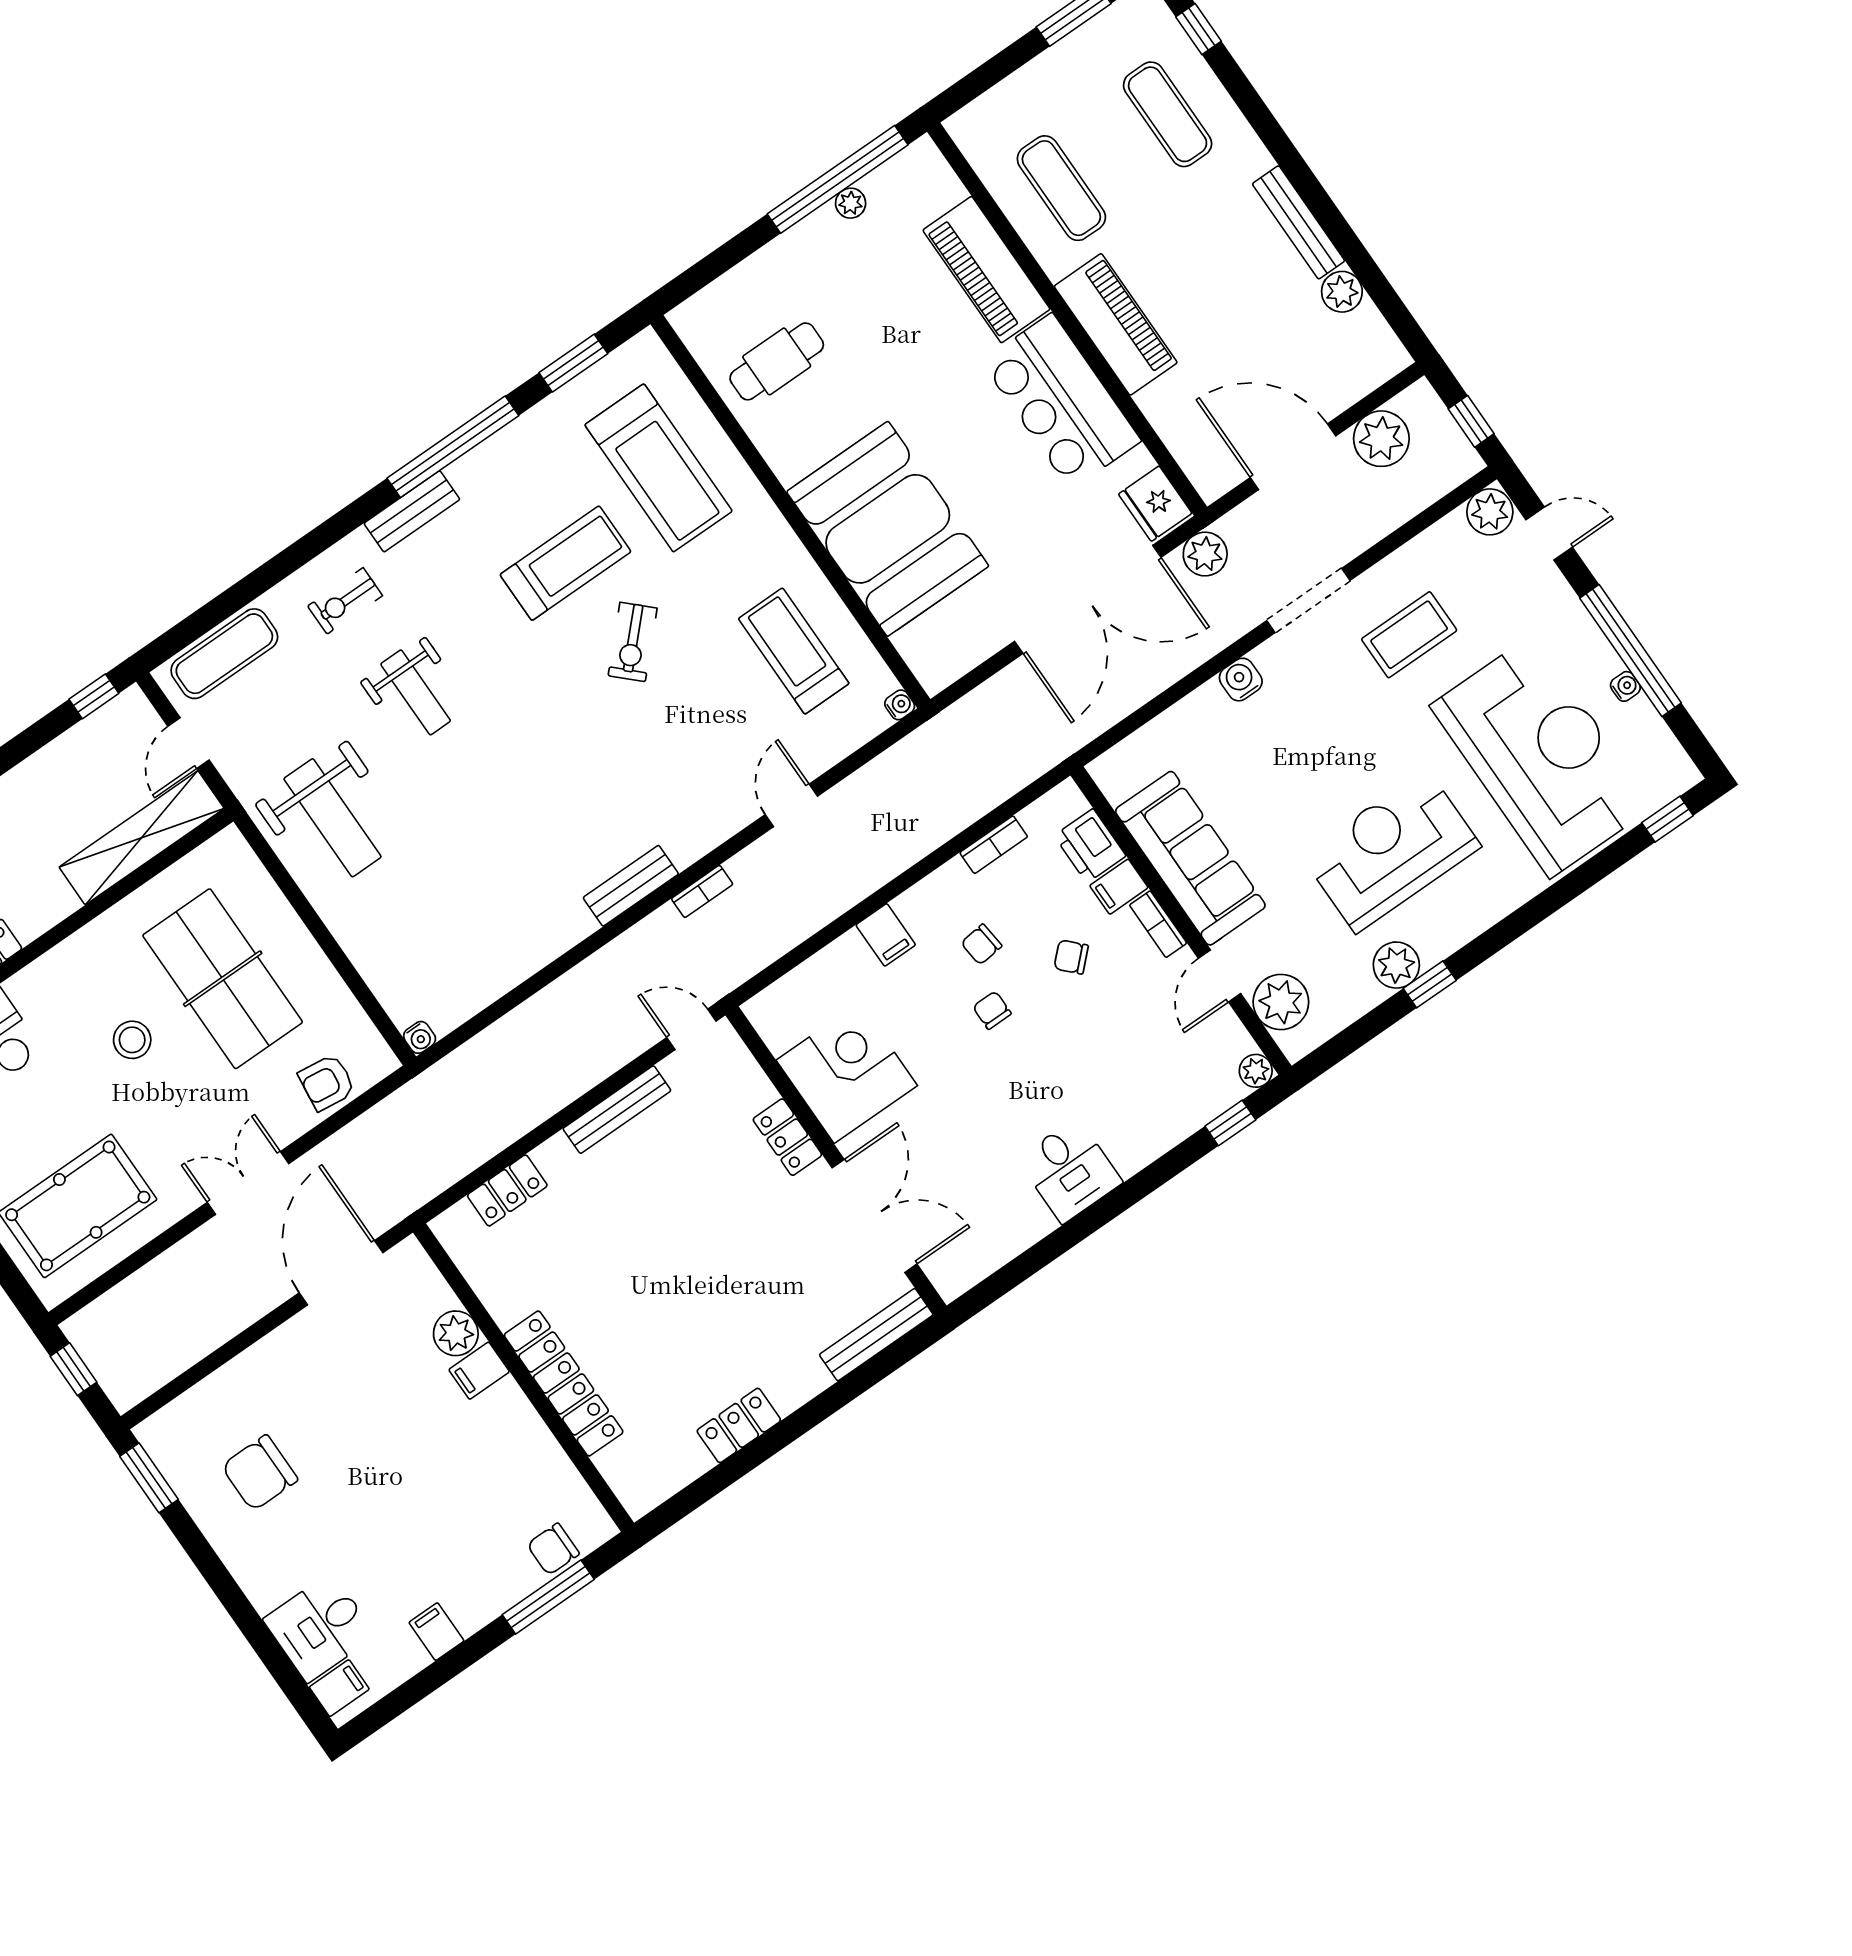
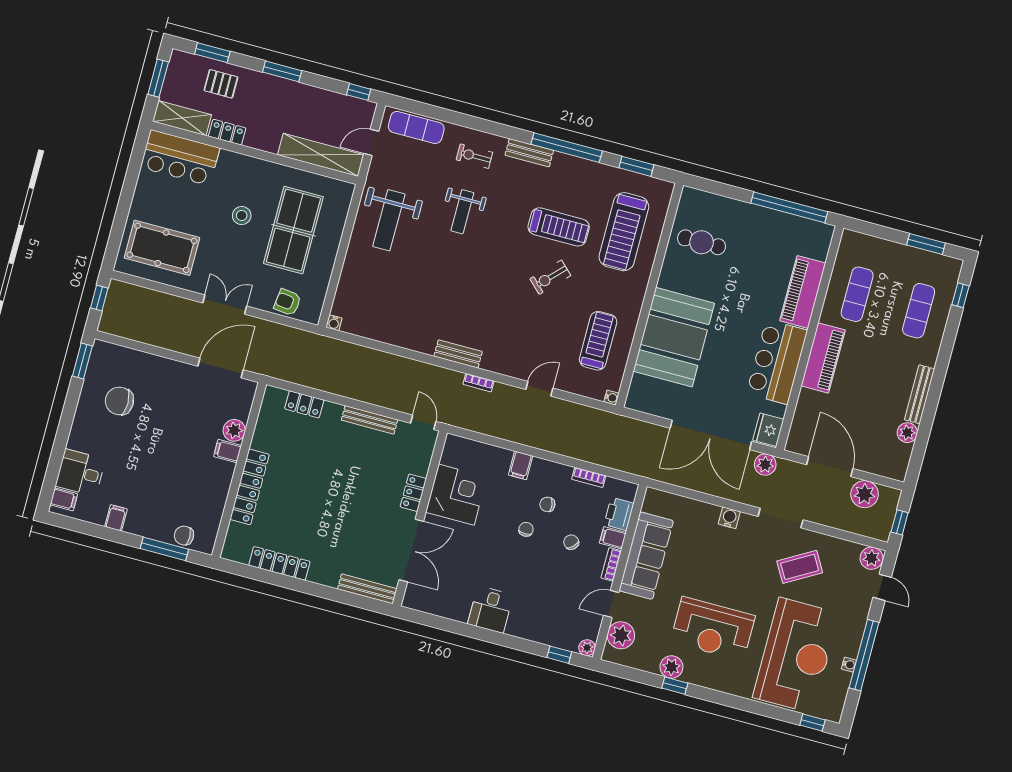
plant: (851, 203) -> (785, 220), removed
coffee table: (1409, 635) -> (800, 567), turned -30
reception desk: (1391, 851) -> (713, 629), turned 180
locker: (739, 1425) -> (279, 563), width x1.53

